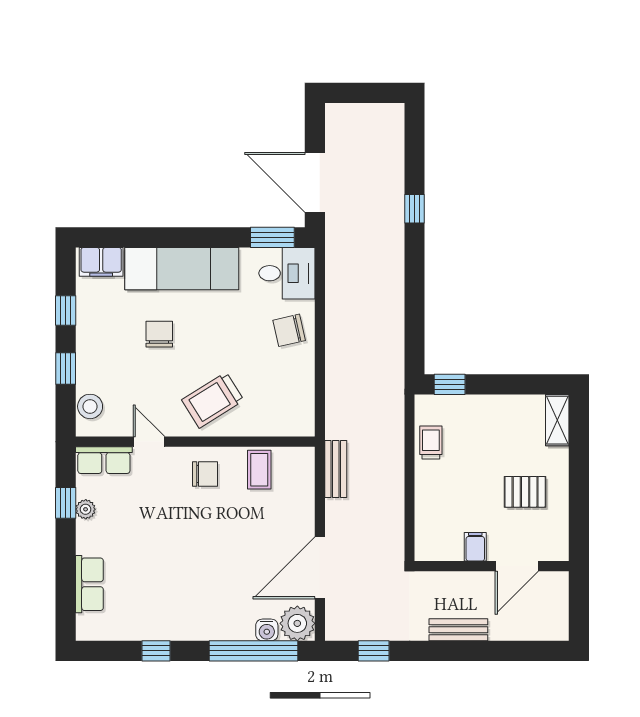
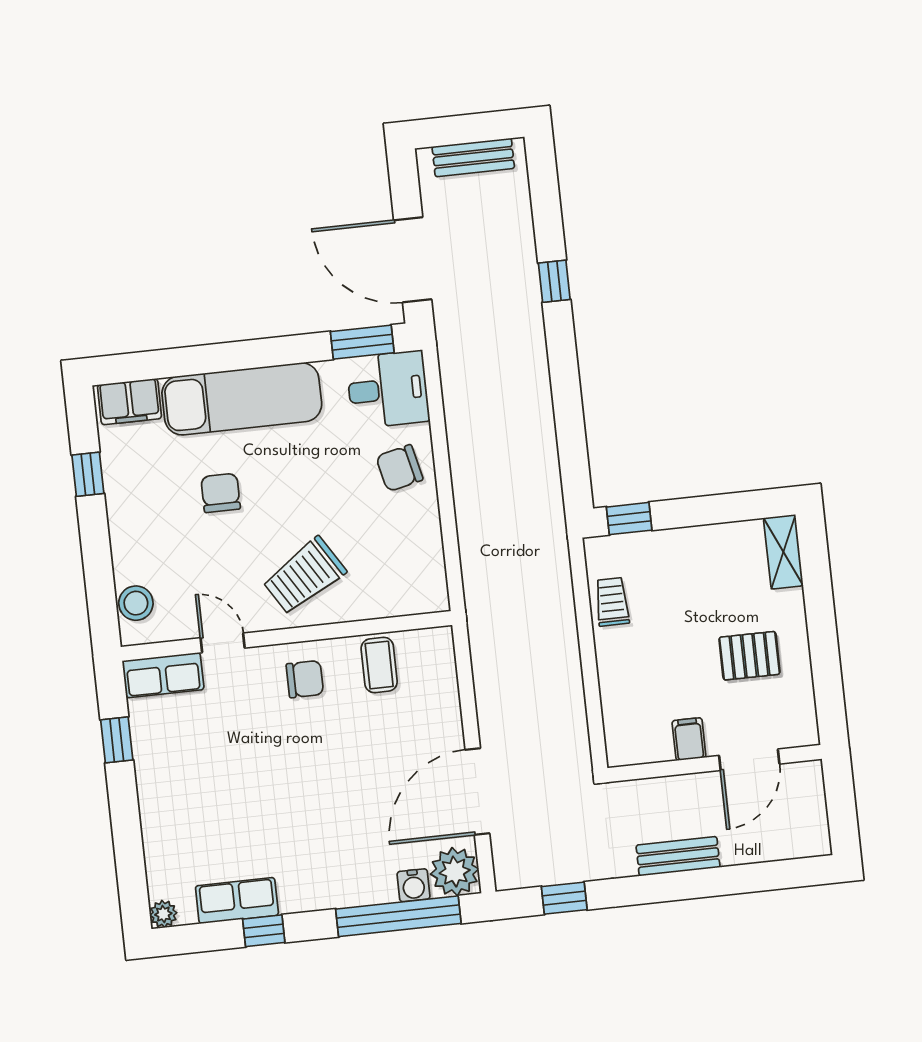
window: (66, 368) -> (97, 554), removed
bench: (336, 469) -> (473, 157), moved, turned 90
plant: (86, 509) -> (163, 914), moved
row of seats: (89, 584) -> (237, 901), moved, turned -90

